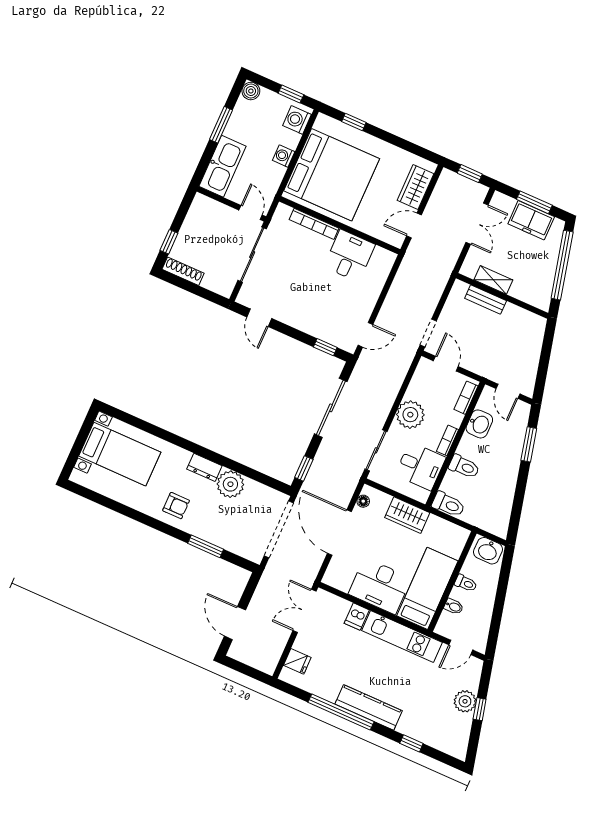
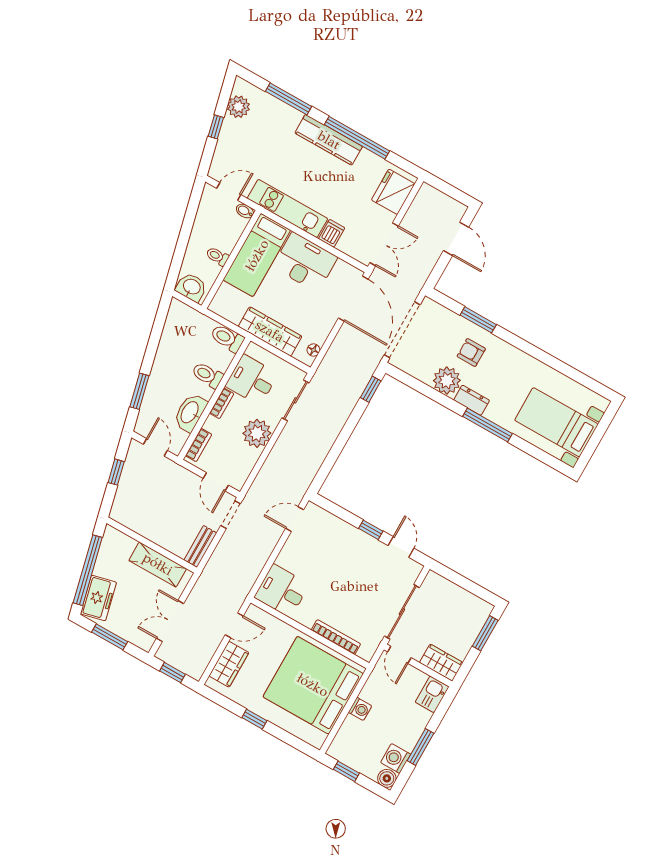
washing machine: (297, 120) -> (396, 758), moved, turned 180
window: (354, 122) -> (254, 719), moved
kitchen sink: (222, 166) -> (432, 694), width x0.53, depth x0.81
wardrobe: (209, 209) -> (441, 663), added
freezer: (531, 220) -> (98, 598), moved, turned 77
window: (169, 242) -> (485, 633), width x1.50
desk: (349, 256) -> (282, 591), moved, turned 90
shoe rack: (183, 271) -> (474, 602), removed
shelving: (493, 280) -> (158, 564), width x1.50, depth x1.33
bench: (486, 299) -> (200, 546), moved, turned 90
window: (325, 347) -> (371, 530), moved
window: (544, 363) -> (116, 472), added
sliding door: (331, 408) -> (337, 448), removed
washbasin: (479, 424) -> (190, 413), width x1.38
window: (187, 445) -> (487, 425), added
armchair: (176, 506) -> (471, 352), moved
wardrobe: (407, 515) -> (270, 331), width x1.50
door: (339, 533) -> (353, 299), moved
bidet: (454, 607) -> (245, 211), moved
fridge: (297, 661) -> (393, 192), width x1.88, depth x1.34
plant: (465, 701) -> (238, 107), moved
window: (411, 743) -> (289, 99), width x2.17

